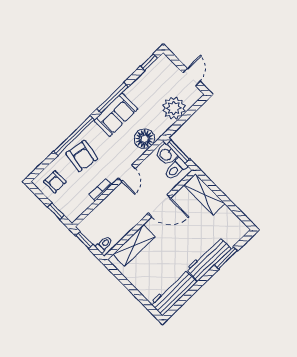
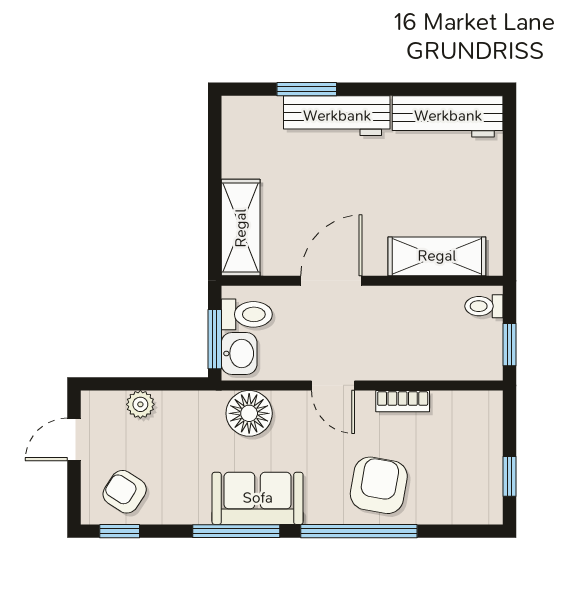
plant: (174, 108) -> (140, 404), width x0.53, depth x0.53
door: (127, 173) -> (333, 385), swing flipped
armchair: (55, 182) -> (125, 492), moved, turned -57
door: (159, 206) -> (331, 281), hinge flipped
window: (56, 211) -> (509, 476), moved

